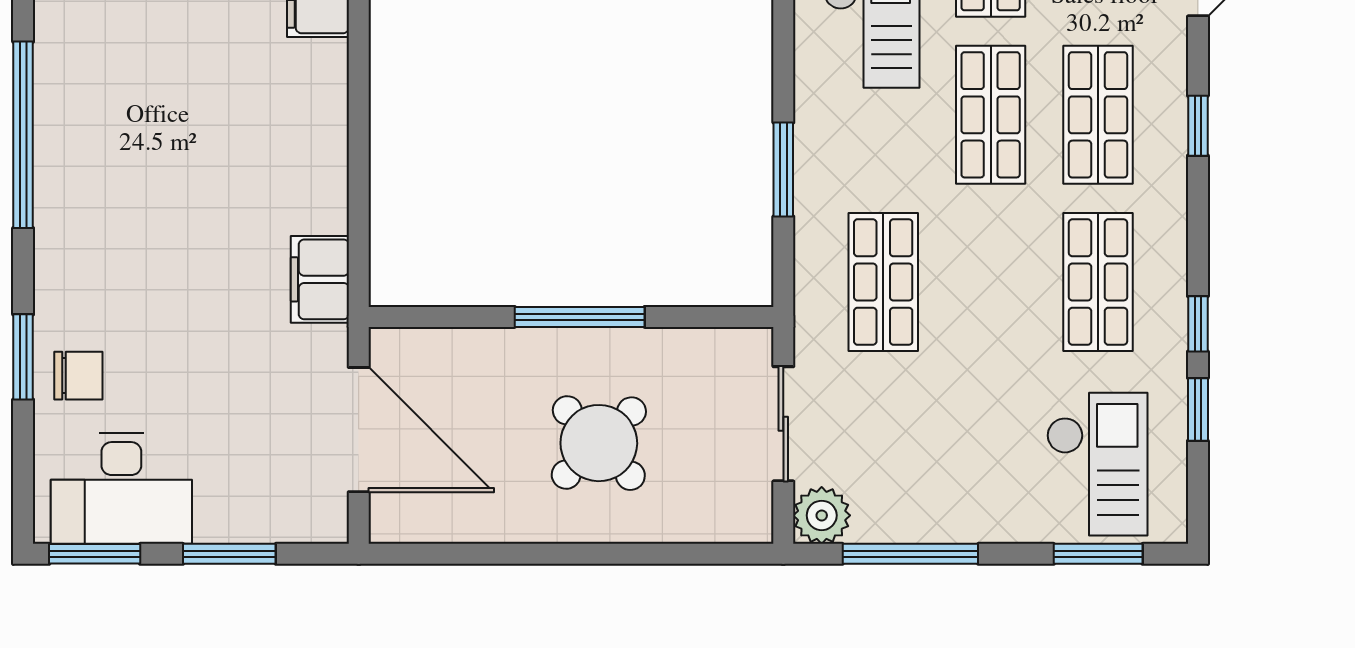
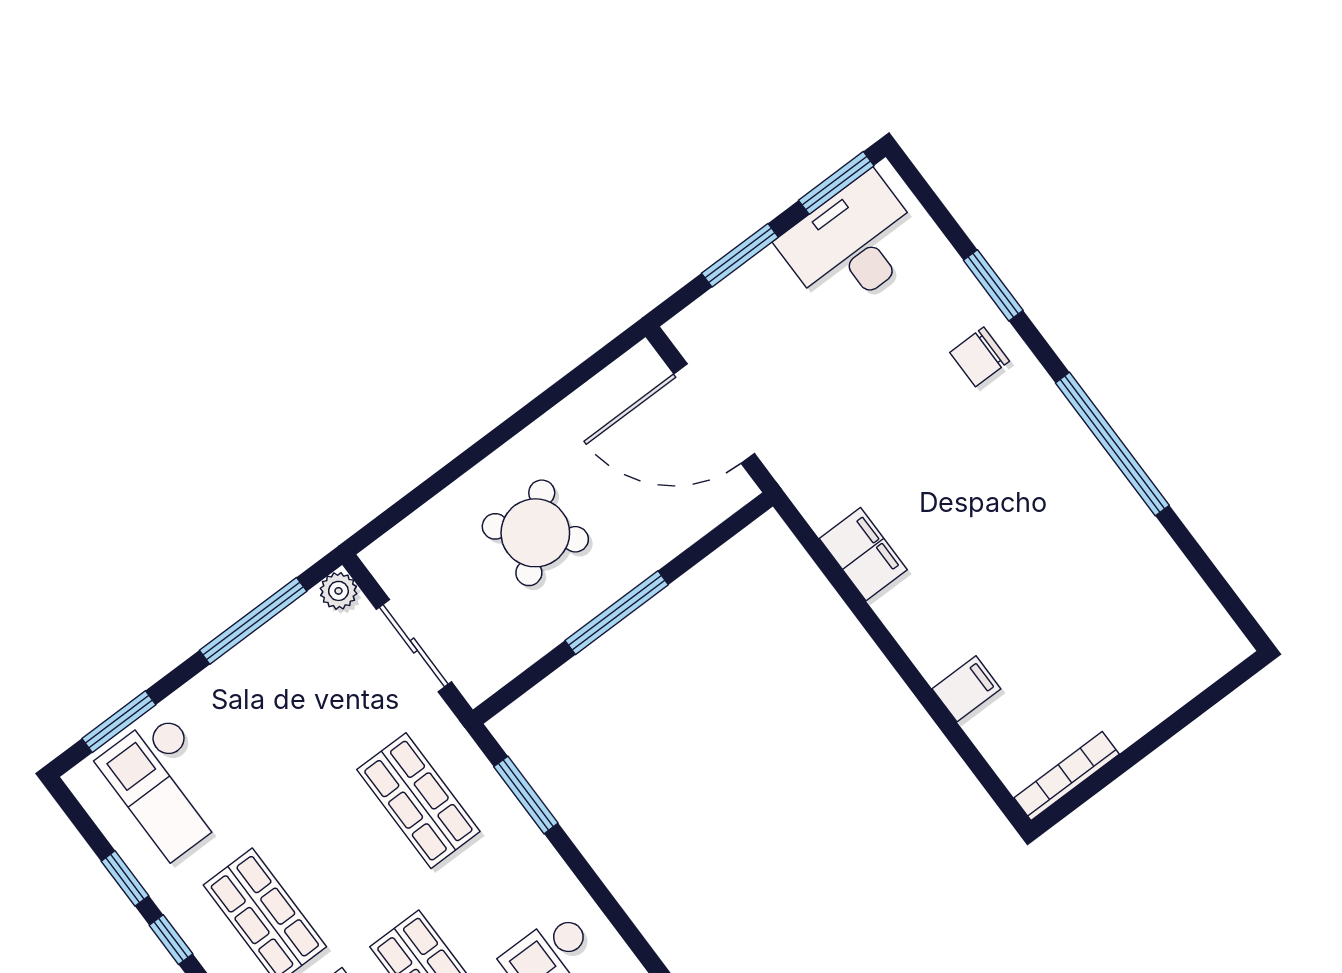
window: (783, 169) -> (526, 795), moved
filing cabinet: (320, 279) -> (863, 554), moved
chair: (78, 376) -> (980, 357), moved
plant: (822, 515) -> (338, 591), width x0.73, depth x0.73

